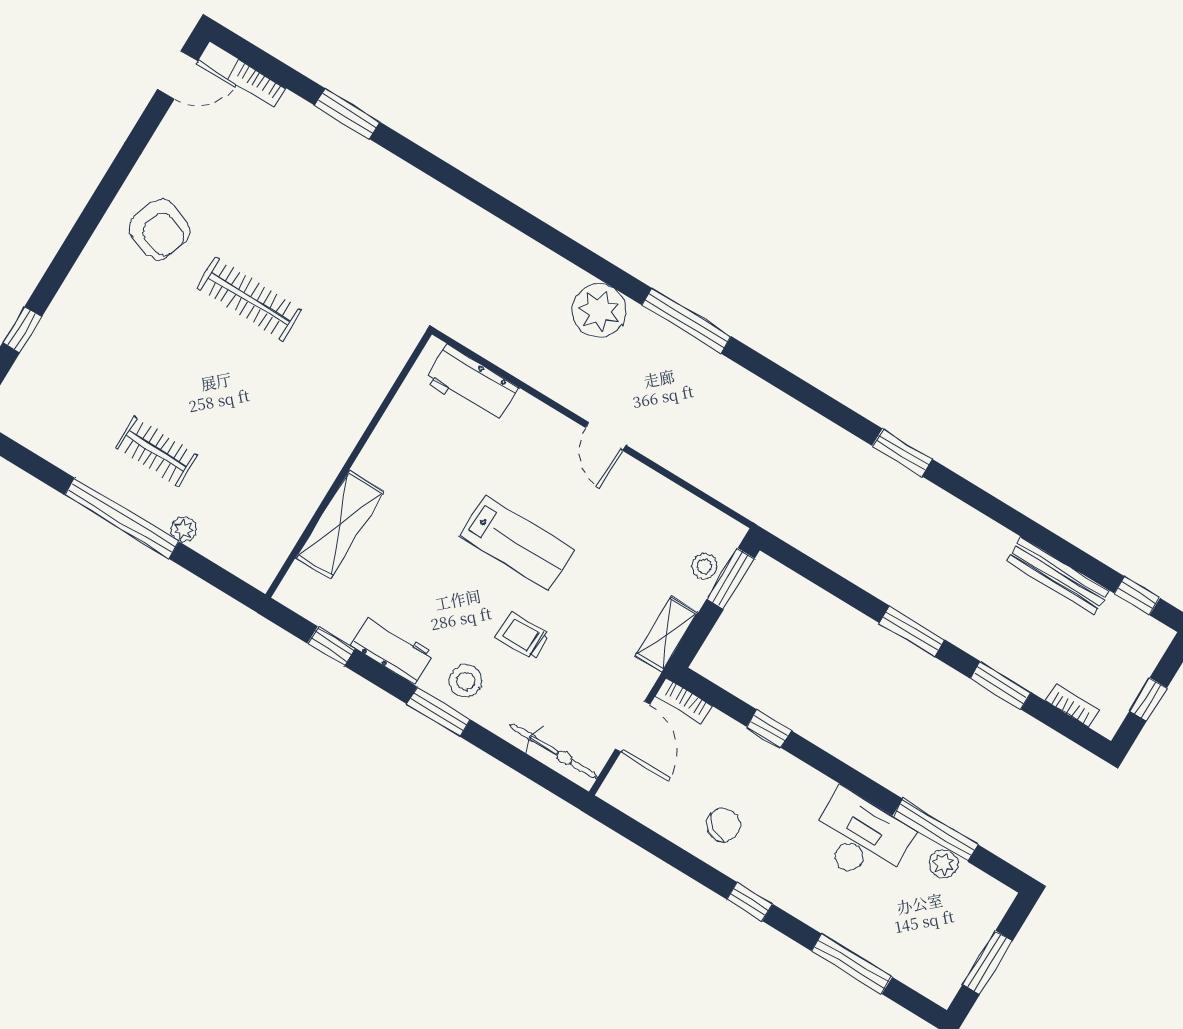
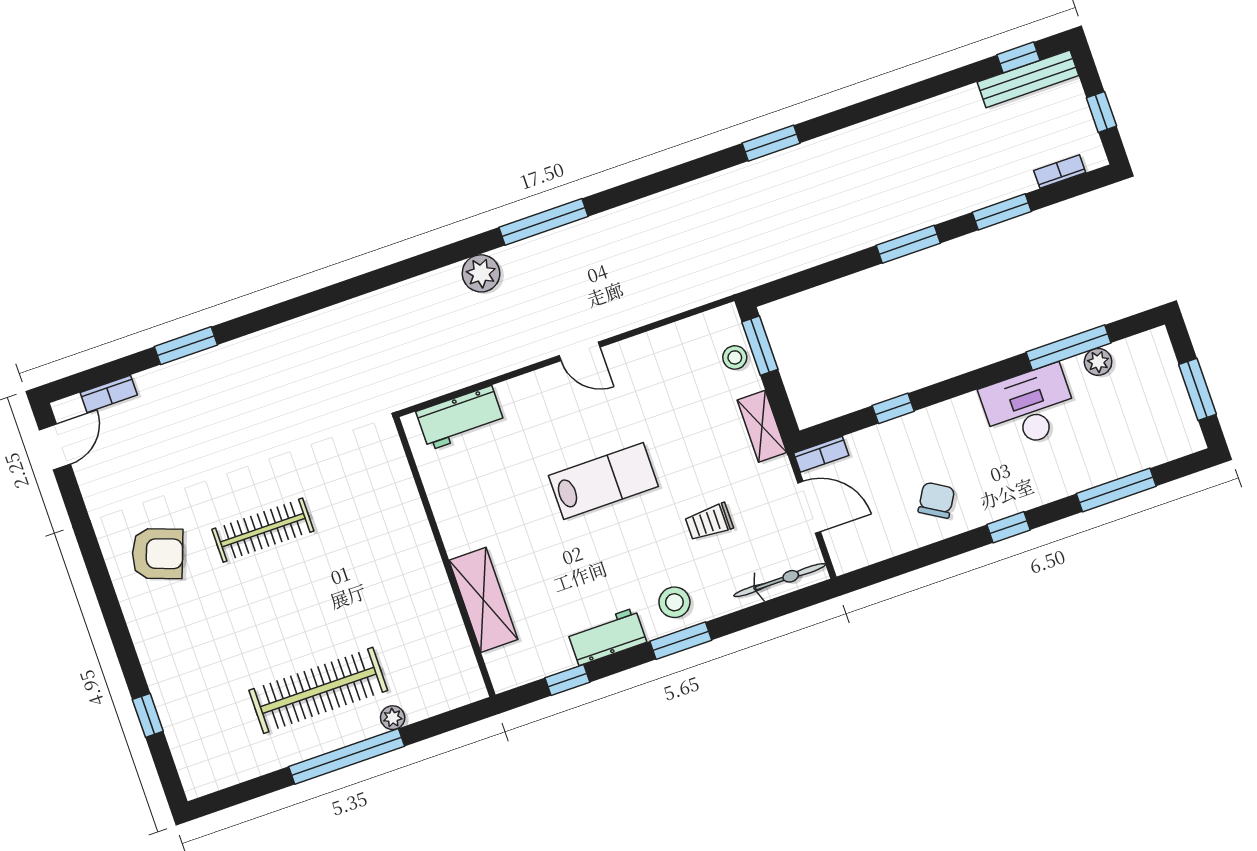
plant: (599, 311) -> (481, 273), width x0.73, depth x0.73
clothes rail: (156, 451) -> (318, 690), width x1.86, depth x1.31
bench: (1058, 576) -> (1028, 79), moved
trolley: (523, 636) -> (709, 522), moved

